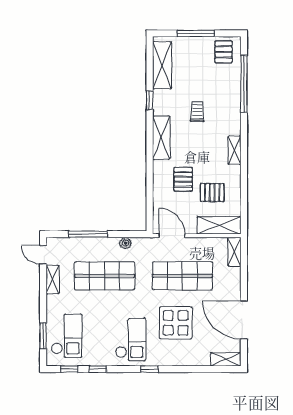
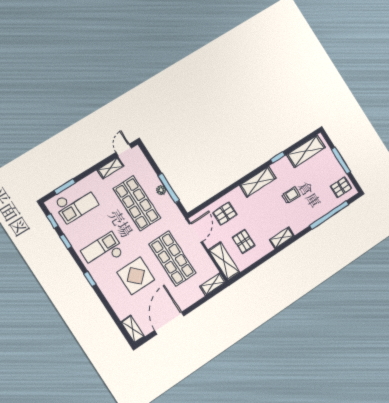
pallet: (183, 179) -> (225, 214), moved
window: (88, 234) -> (169, 188), moved
plant: (126, 243) -> (161, 190), moved
checkout: (131, 340) -> (103, 252), turned 180

